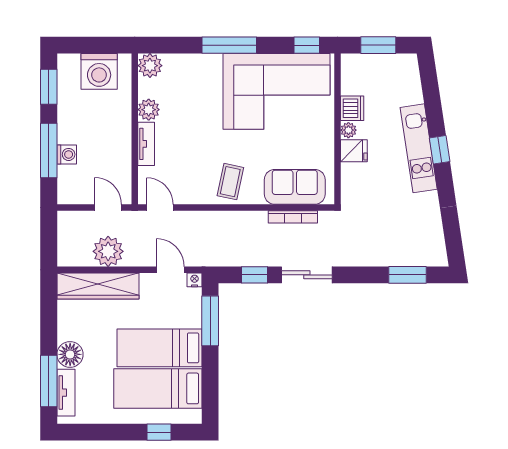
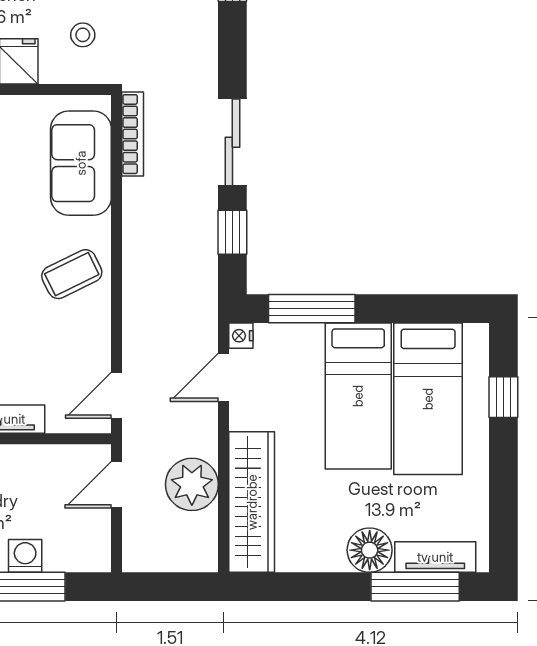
coffee table: (230, 182) -> (72, 274), turned -38
stool: (369, 188) -> (83, 35), added
bookcase: (293, 217) -> (133, 134), moved

